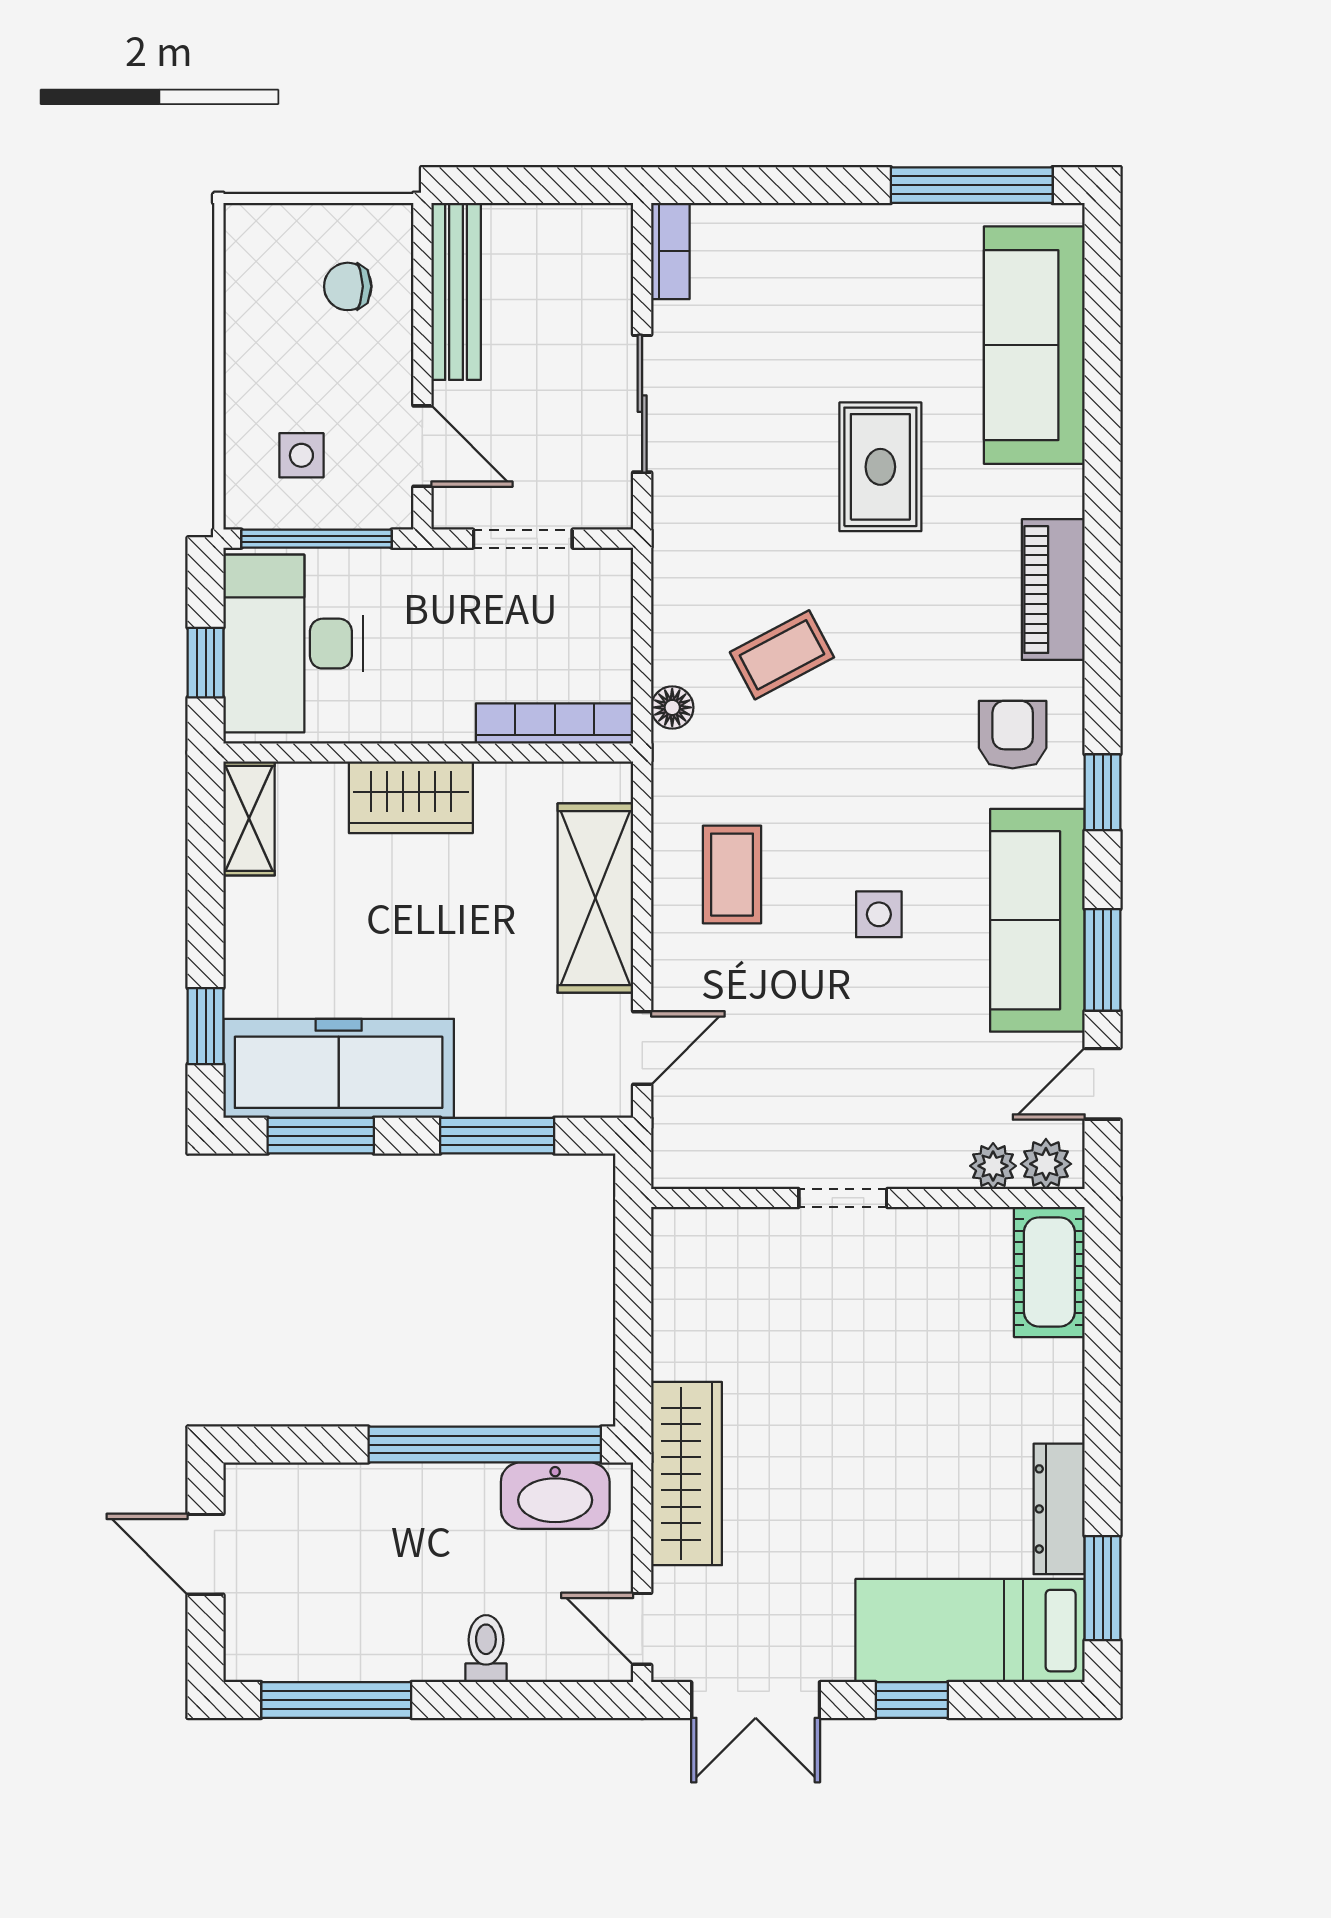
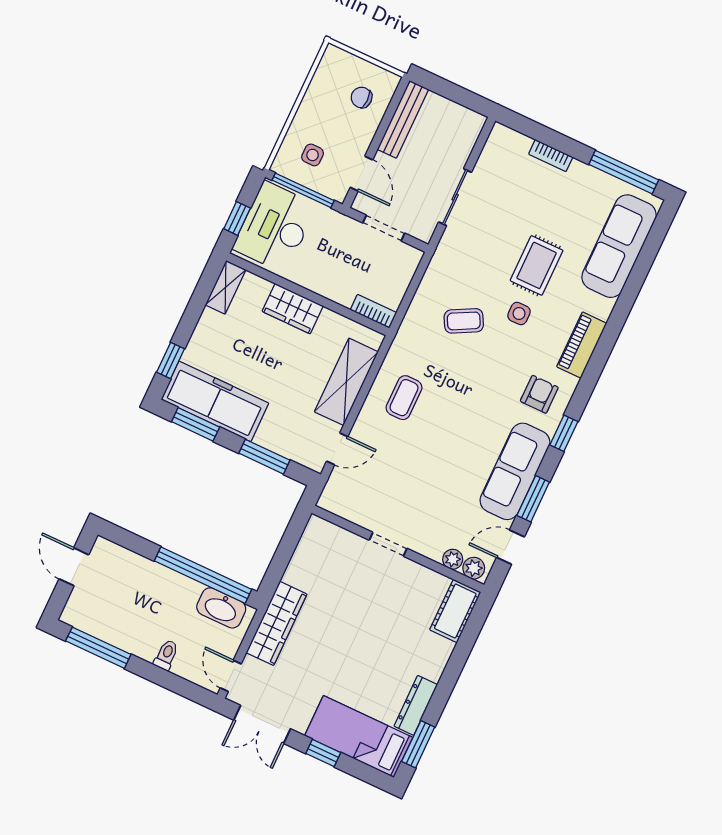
bookcase: (670, 251) -> (551, 156), moved, turned 90
floor lamp: (672, 707) -> (411, 321), removed
bookcase: (555, 723) -> (373, 311), width x0.64
side table: (879, 914) -> (519, 314), moved

